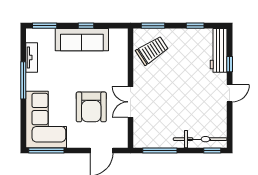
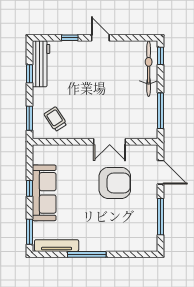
trolley: (152, 50) -> (55, 119), width x0.73, depth x0.72
workbench: (219, 50) -> (41, 64), moved, turned -90
tv unit: (32, 58) -> (57, 246), width x1.41
corner sofa: (46, 120) -> (128, 230), removed
window: (46, 151) -> (161, 217), moved

